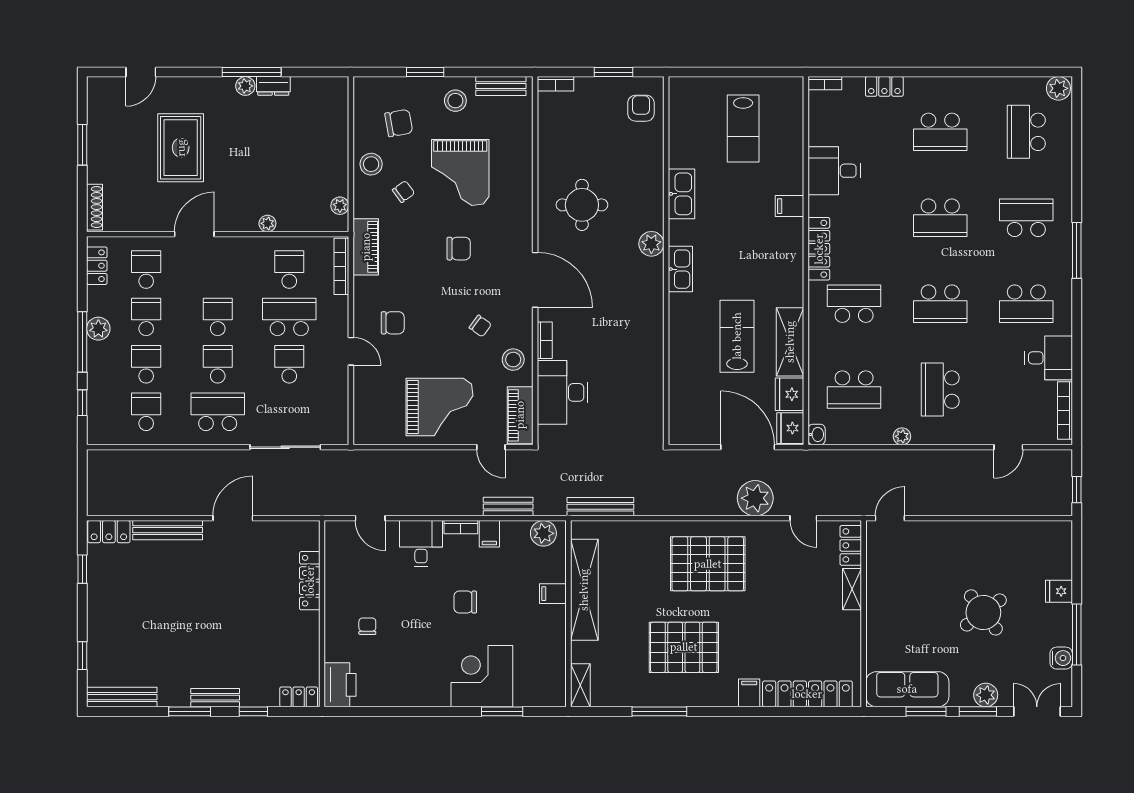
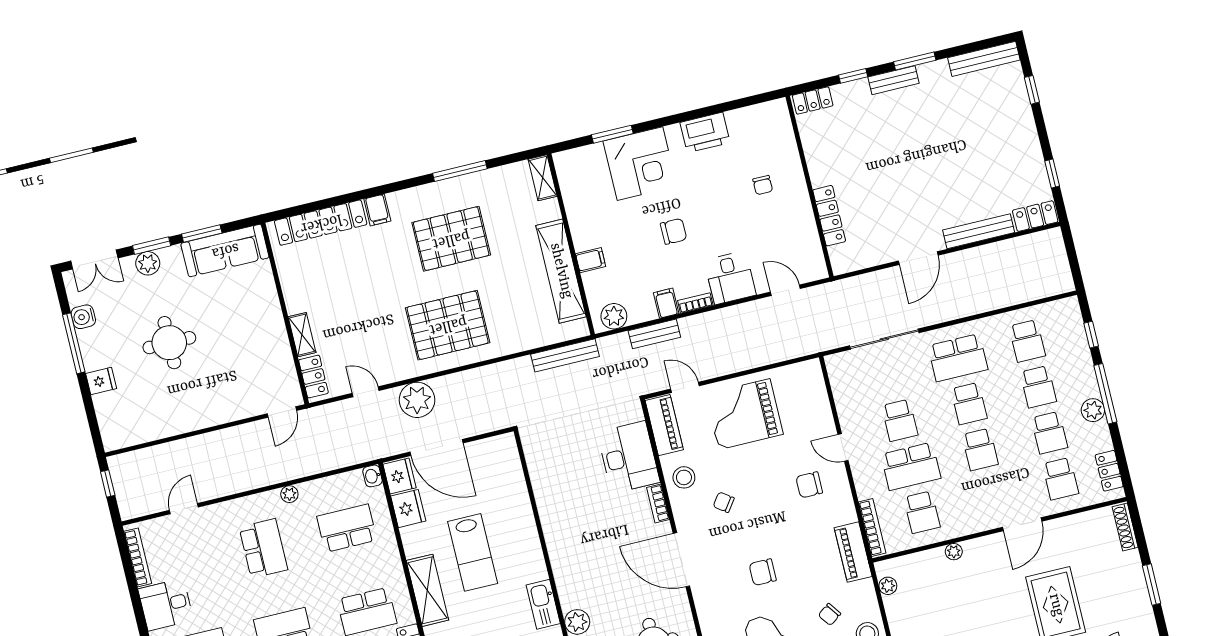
shelving: (790, 342) -> (427, 590), moved
round table: (983, 612) -> (169, 343), turned 37
printer: (340, 685) -> (705, 133), moved, turned -90

